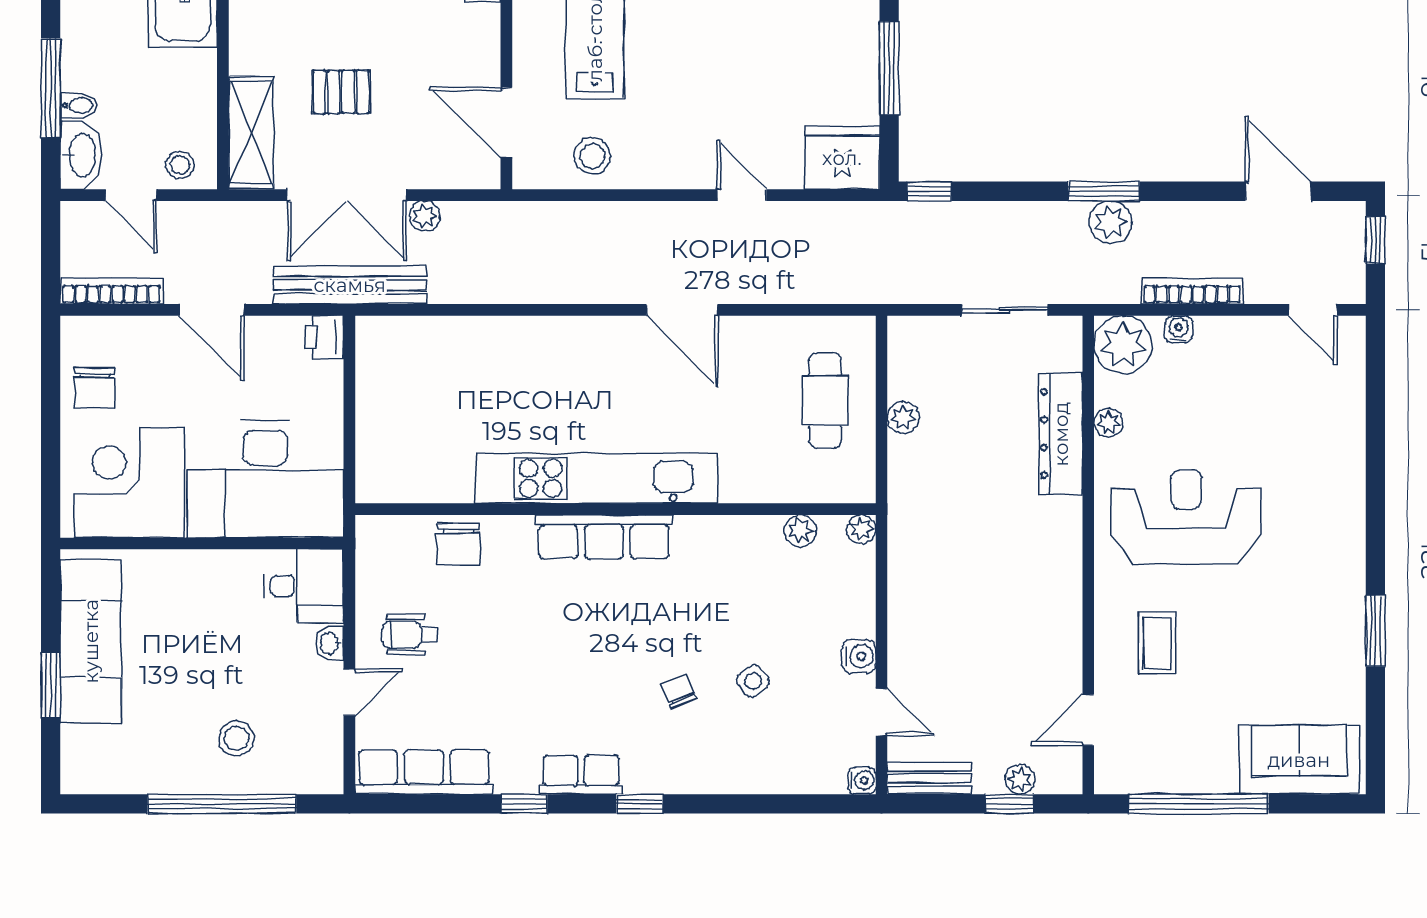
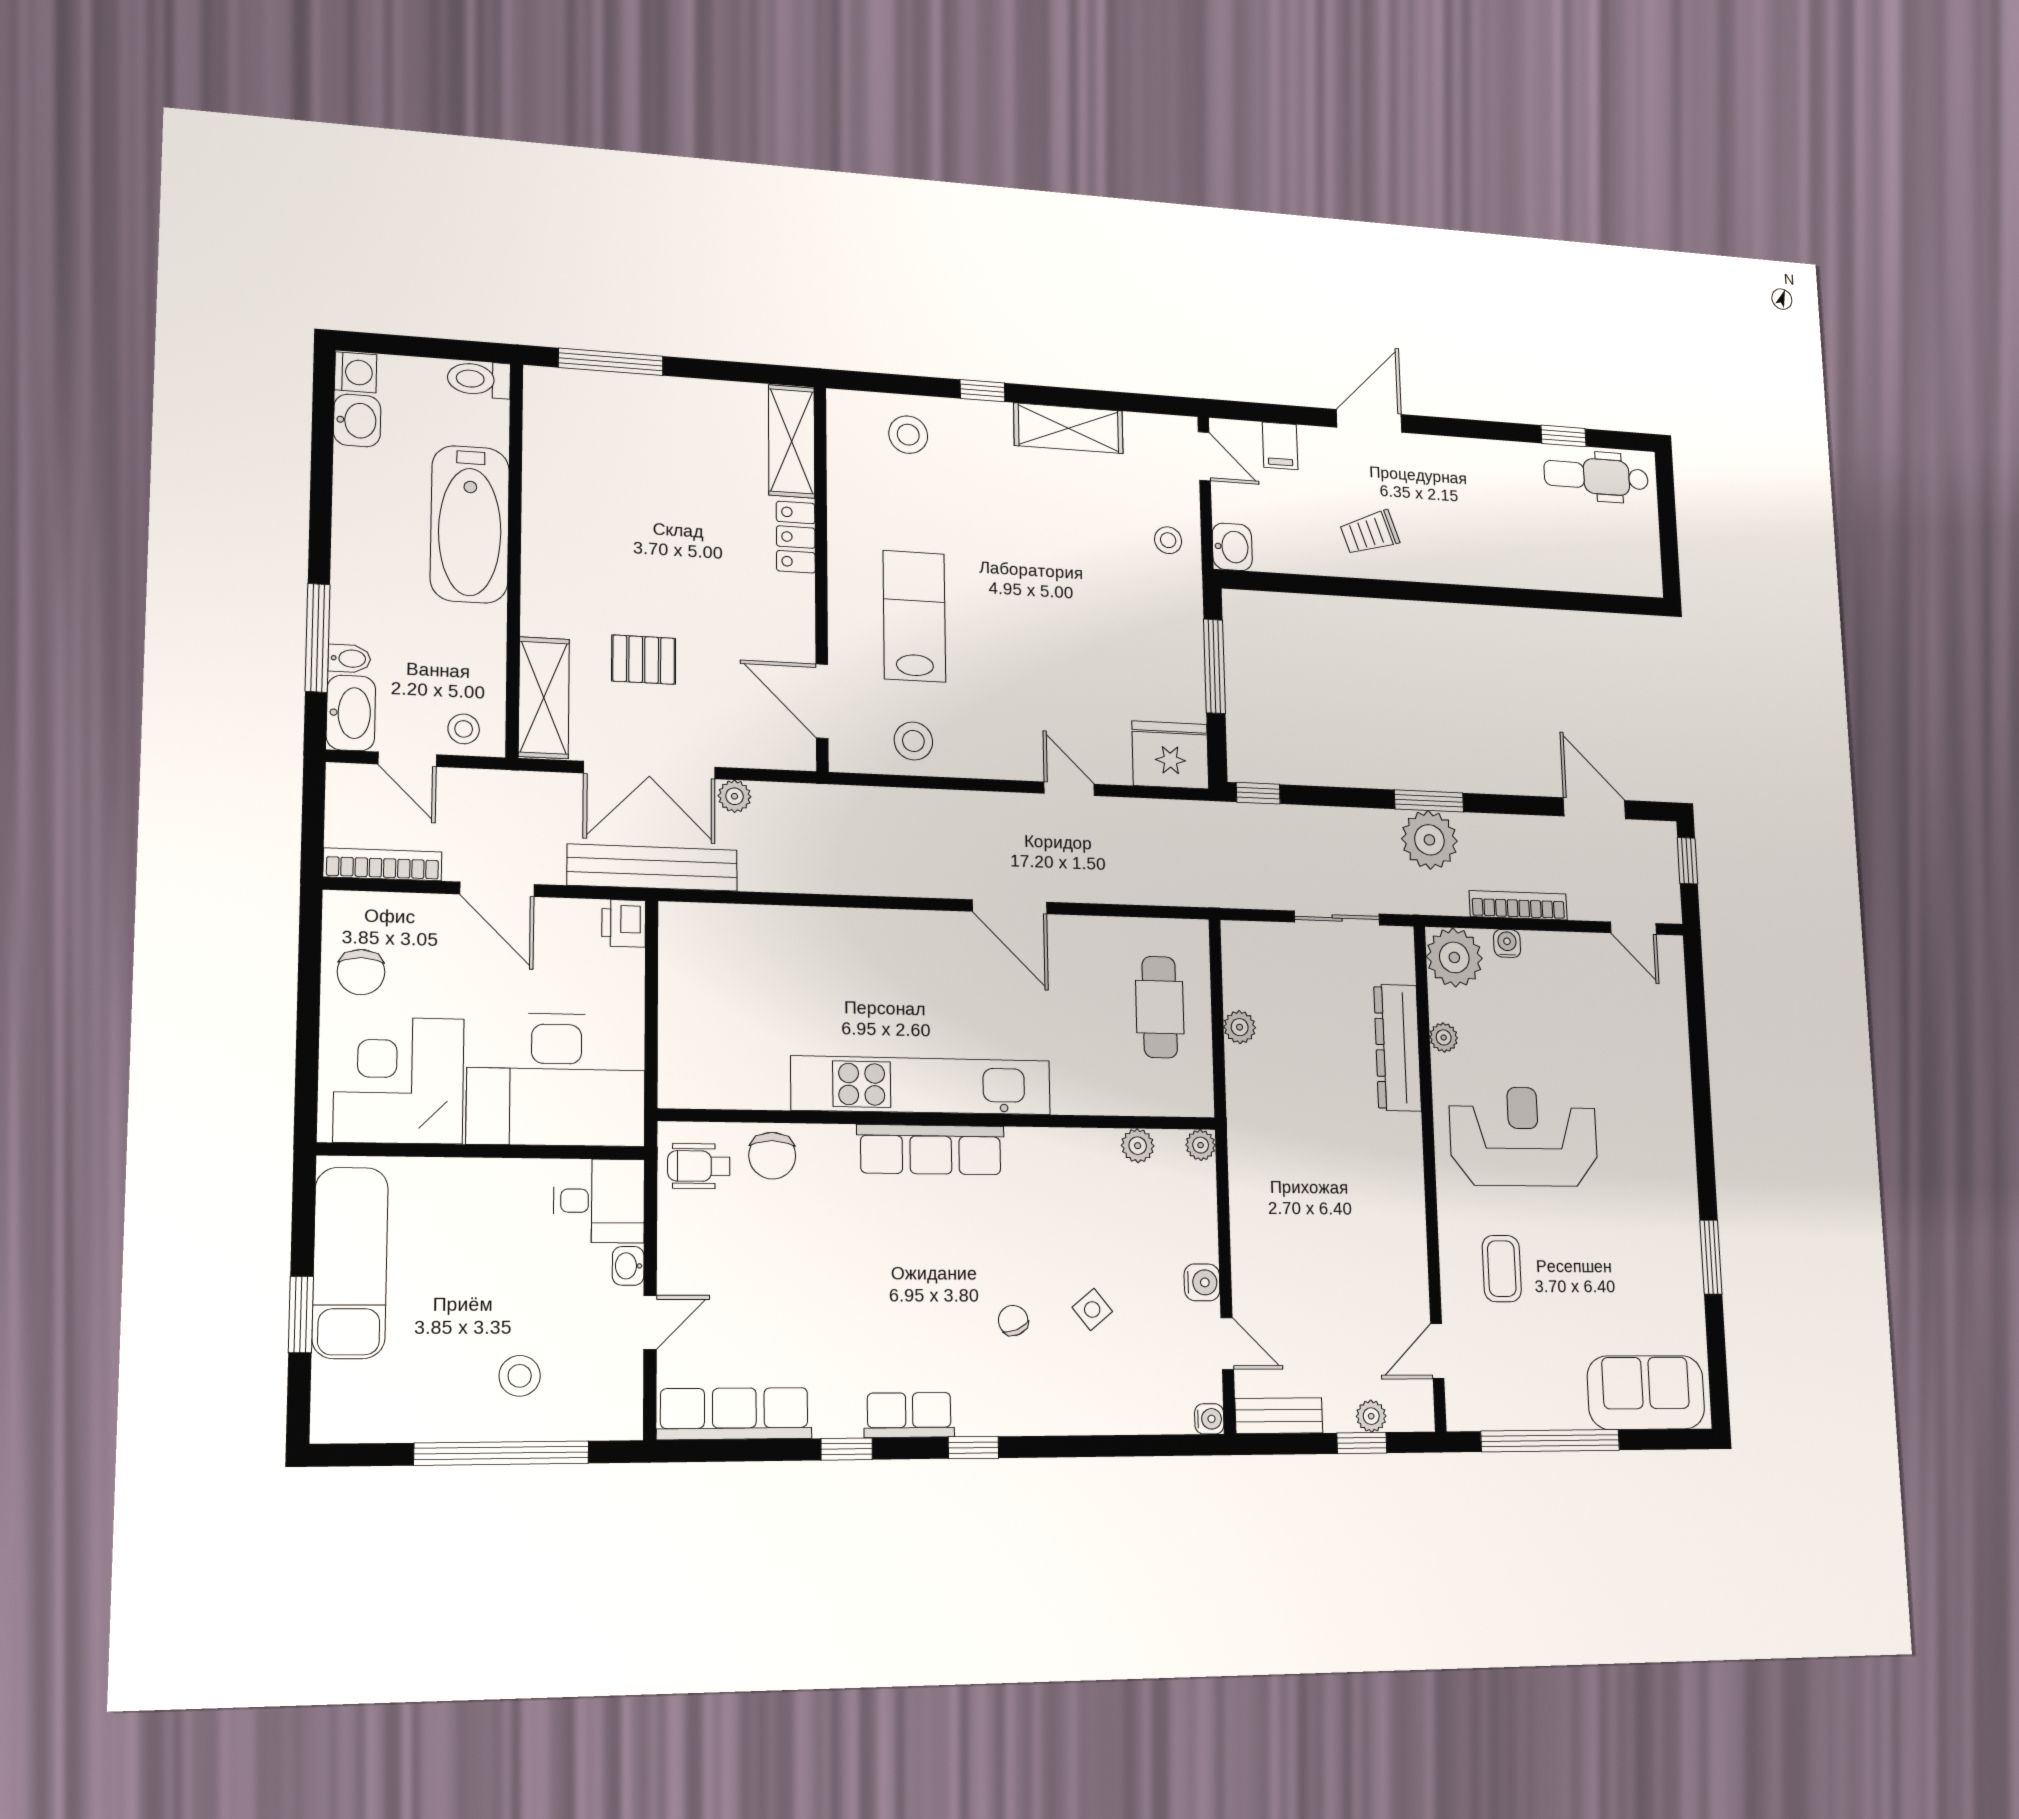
plant: (1110, 222) -> (1429, 840), width x1.36, depth x1.36
wheelchair: (410, 635) -> (699, 1166), moved

